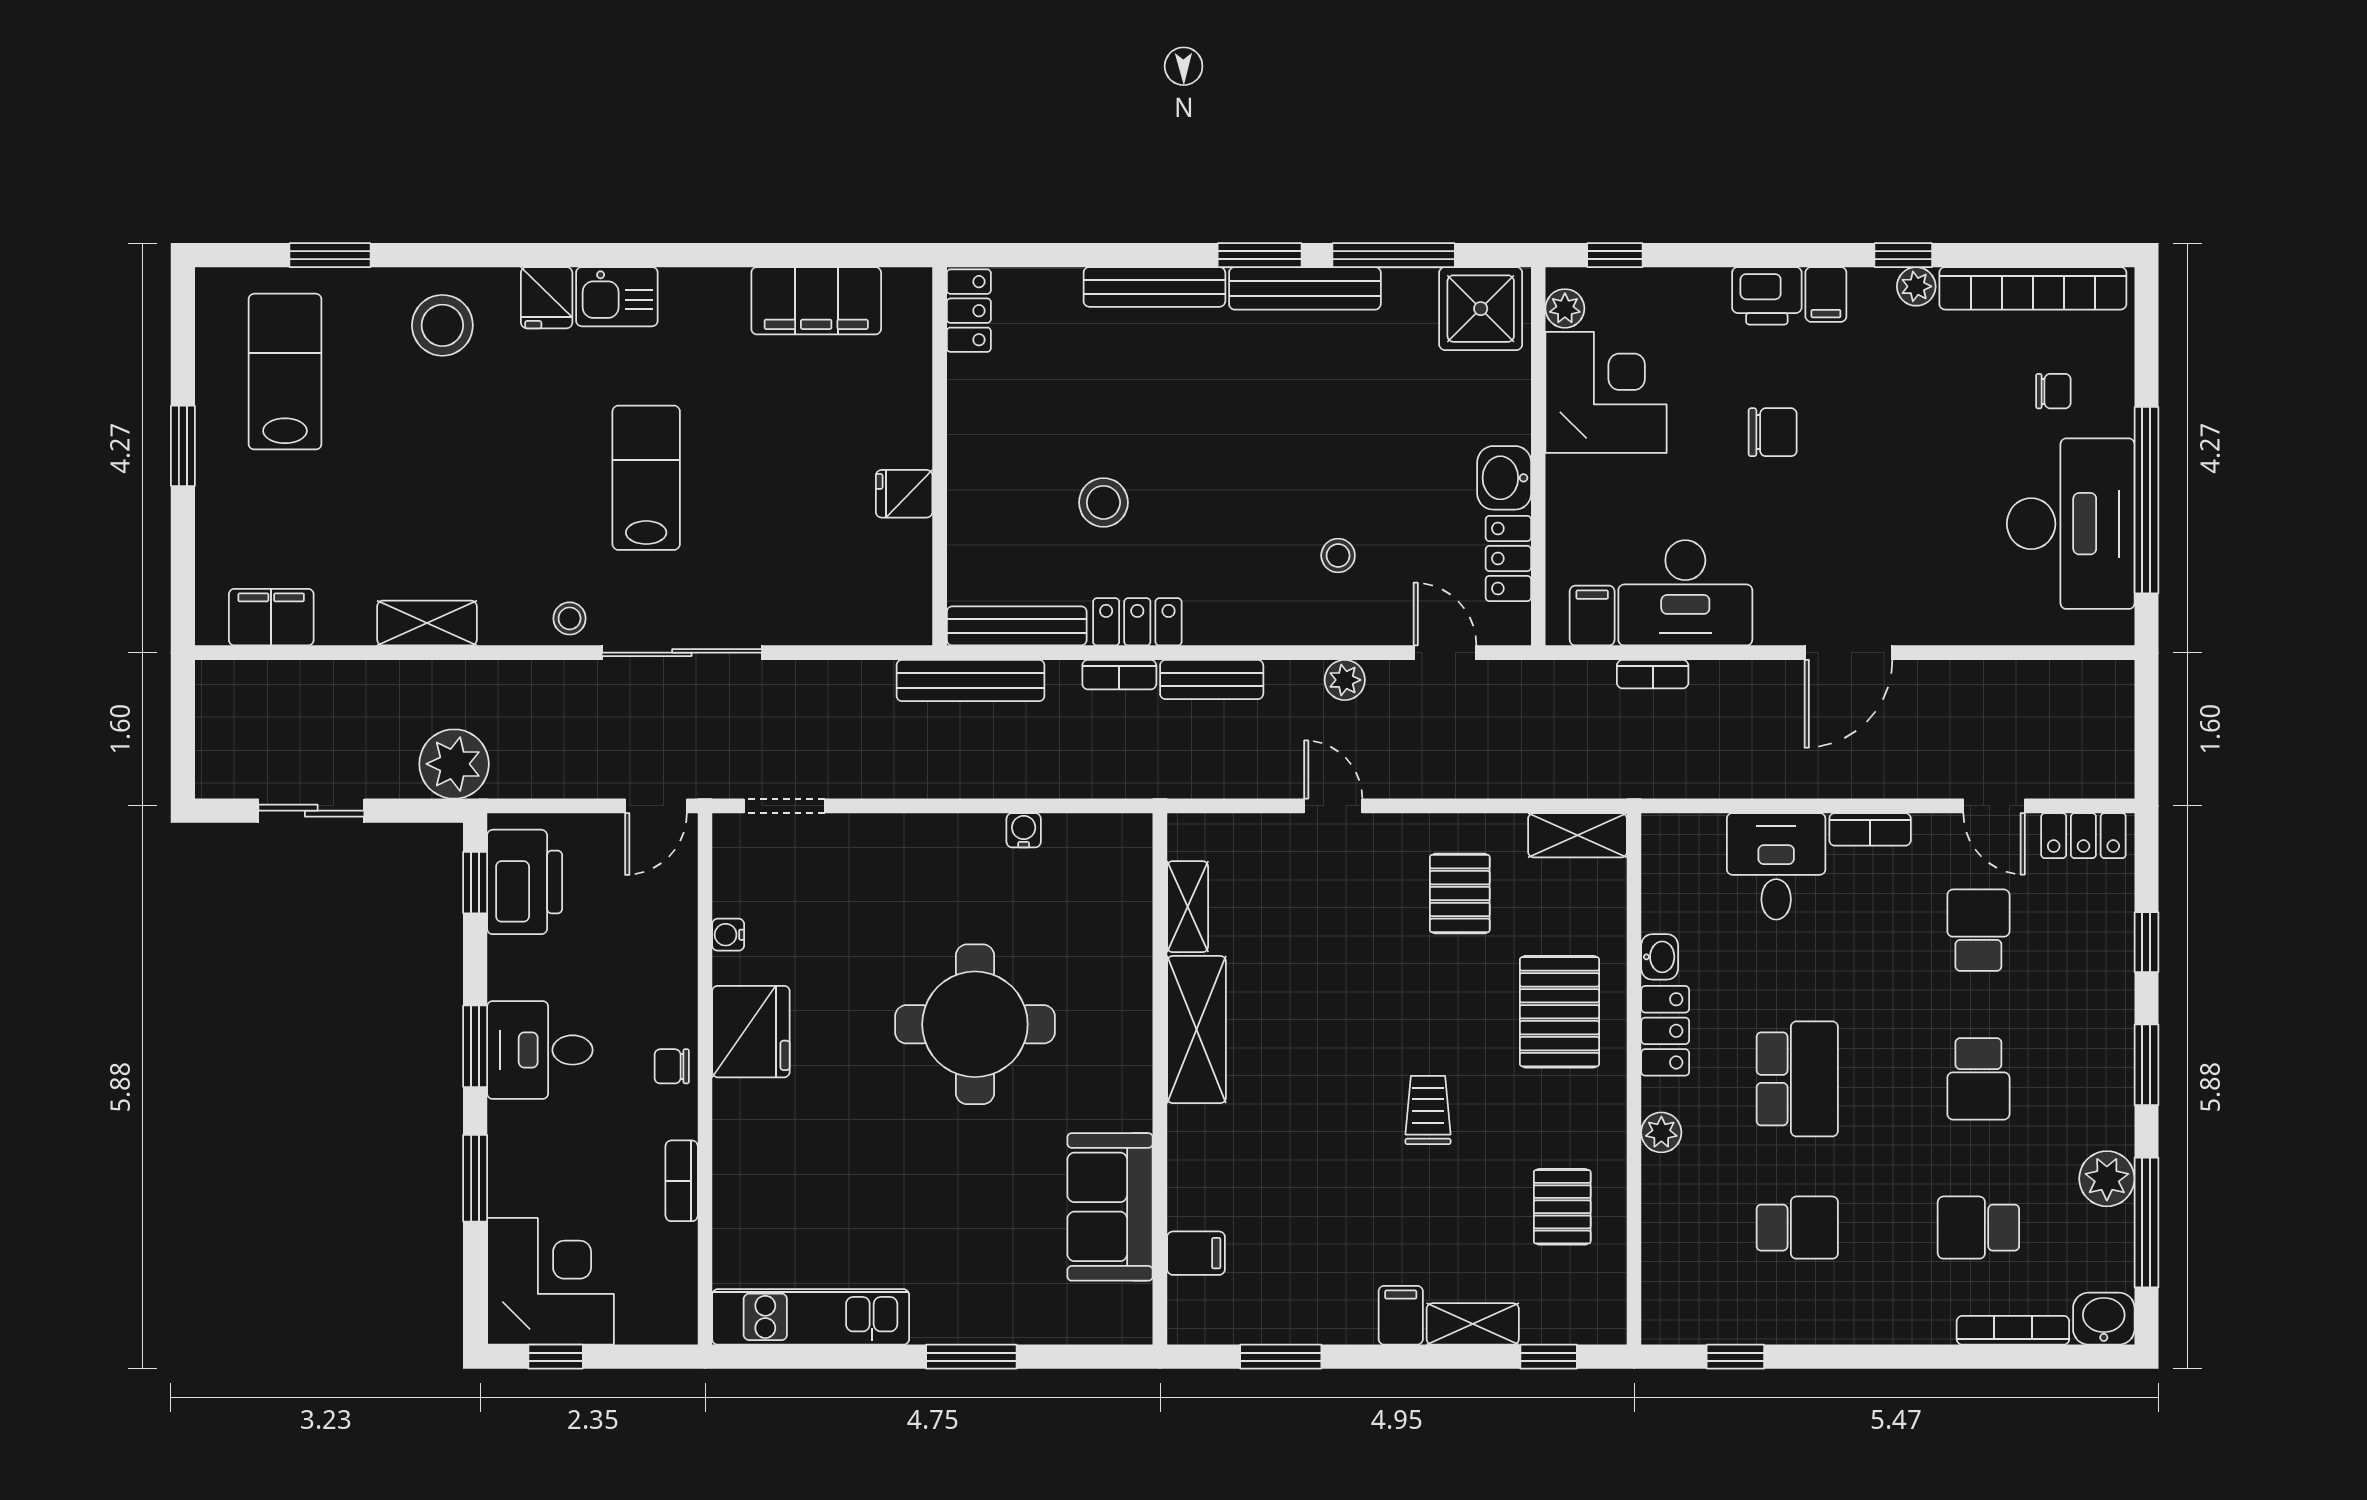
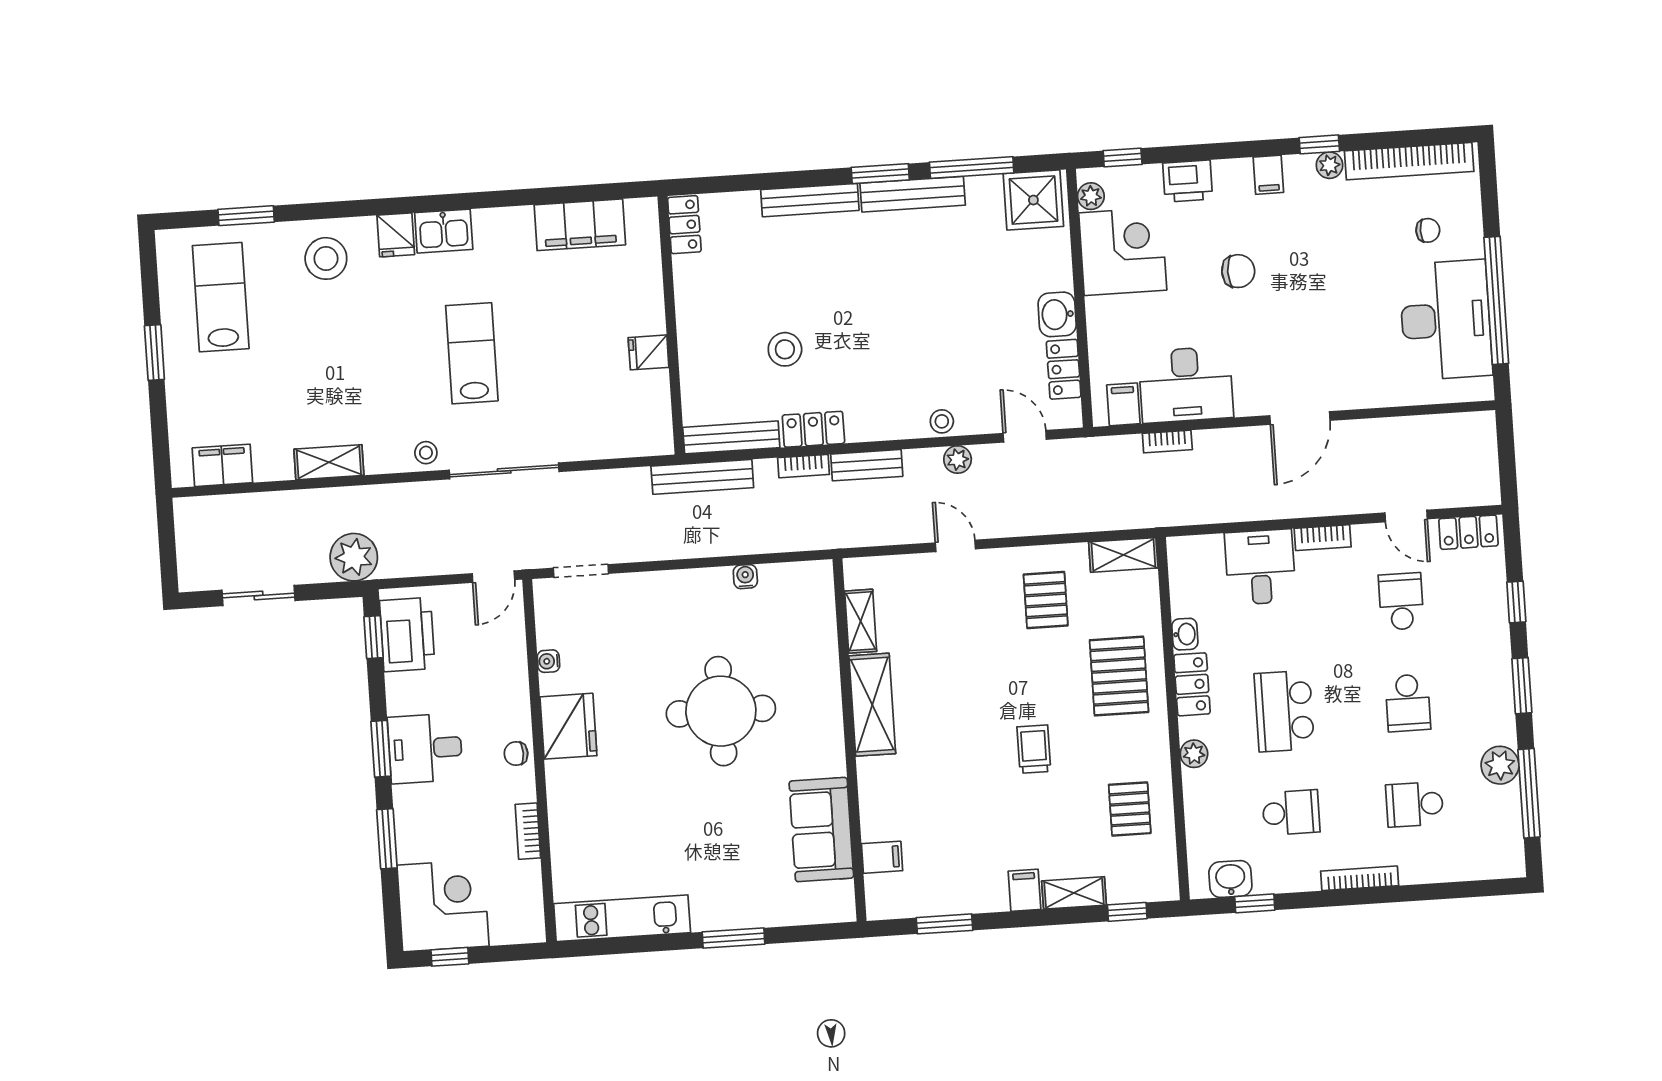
printer: (1767, 296) -> (1188, 181), moved
stool: (1338, 556) -> (942, 421), moved
school desk: (1797, 1079) -> (1284, 711), turned 180
washbasin: (2104, 1319) -> (1230, 879), moved
bookcase: (2013, 1330) -> (1360, 878), moved

